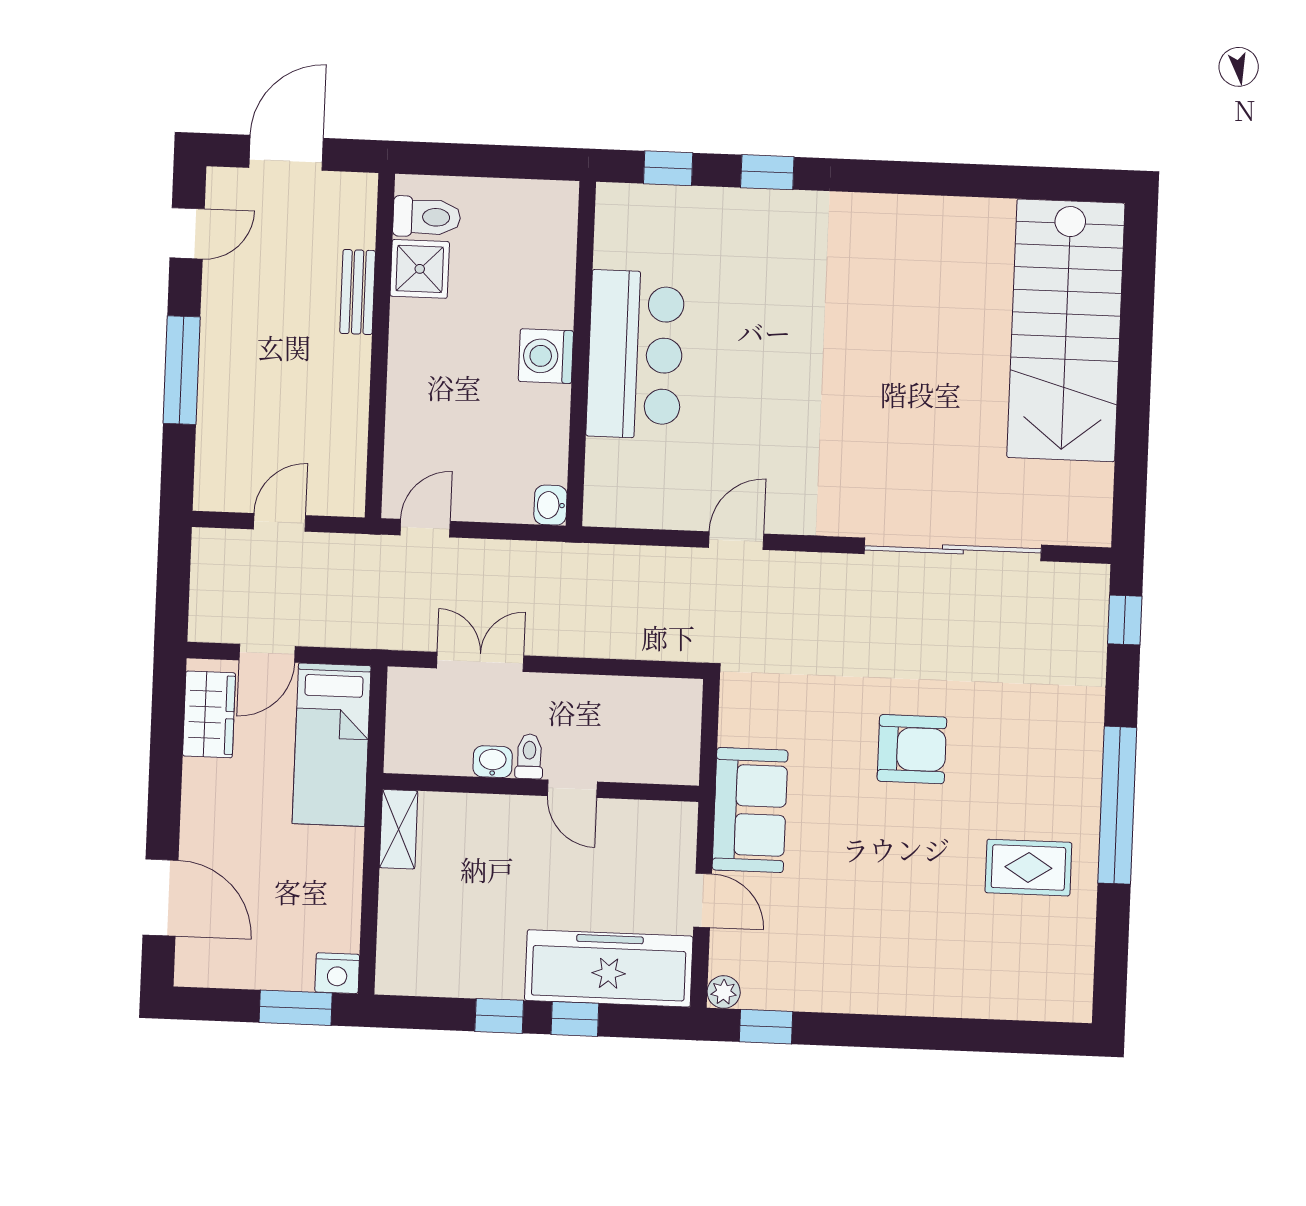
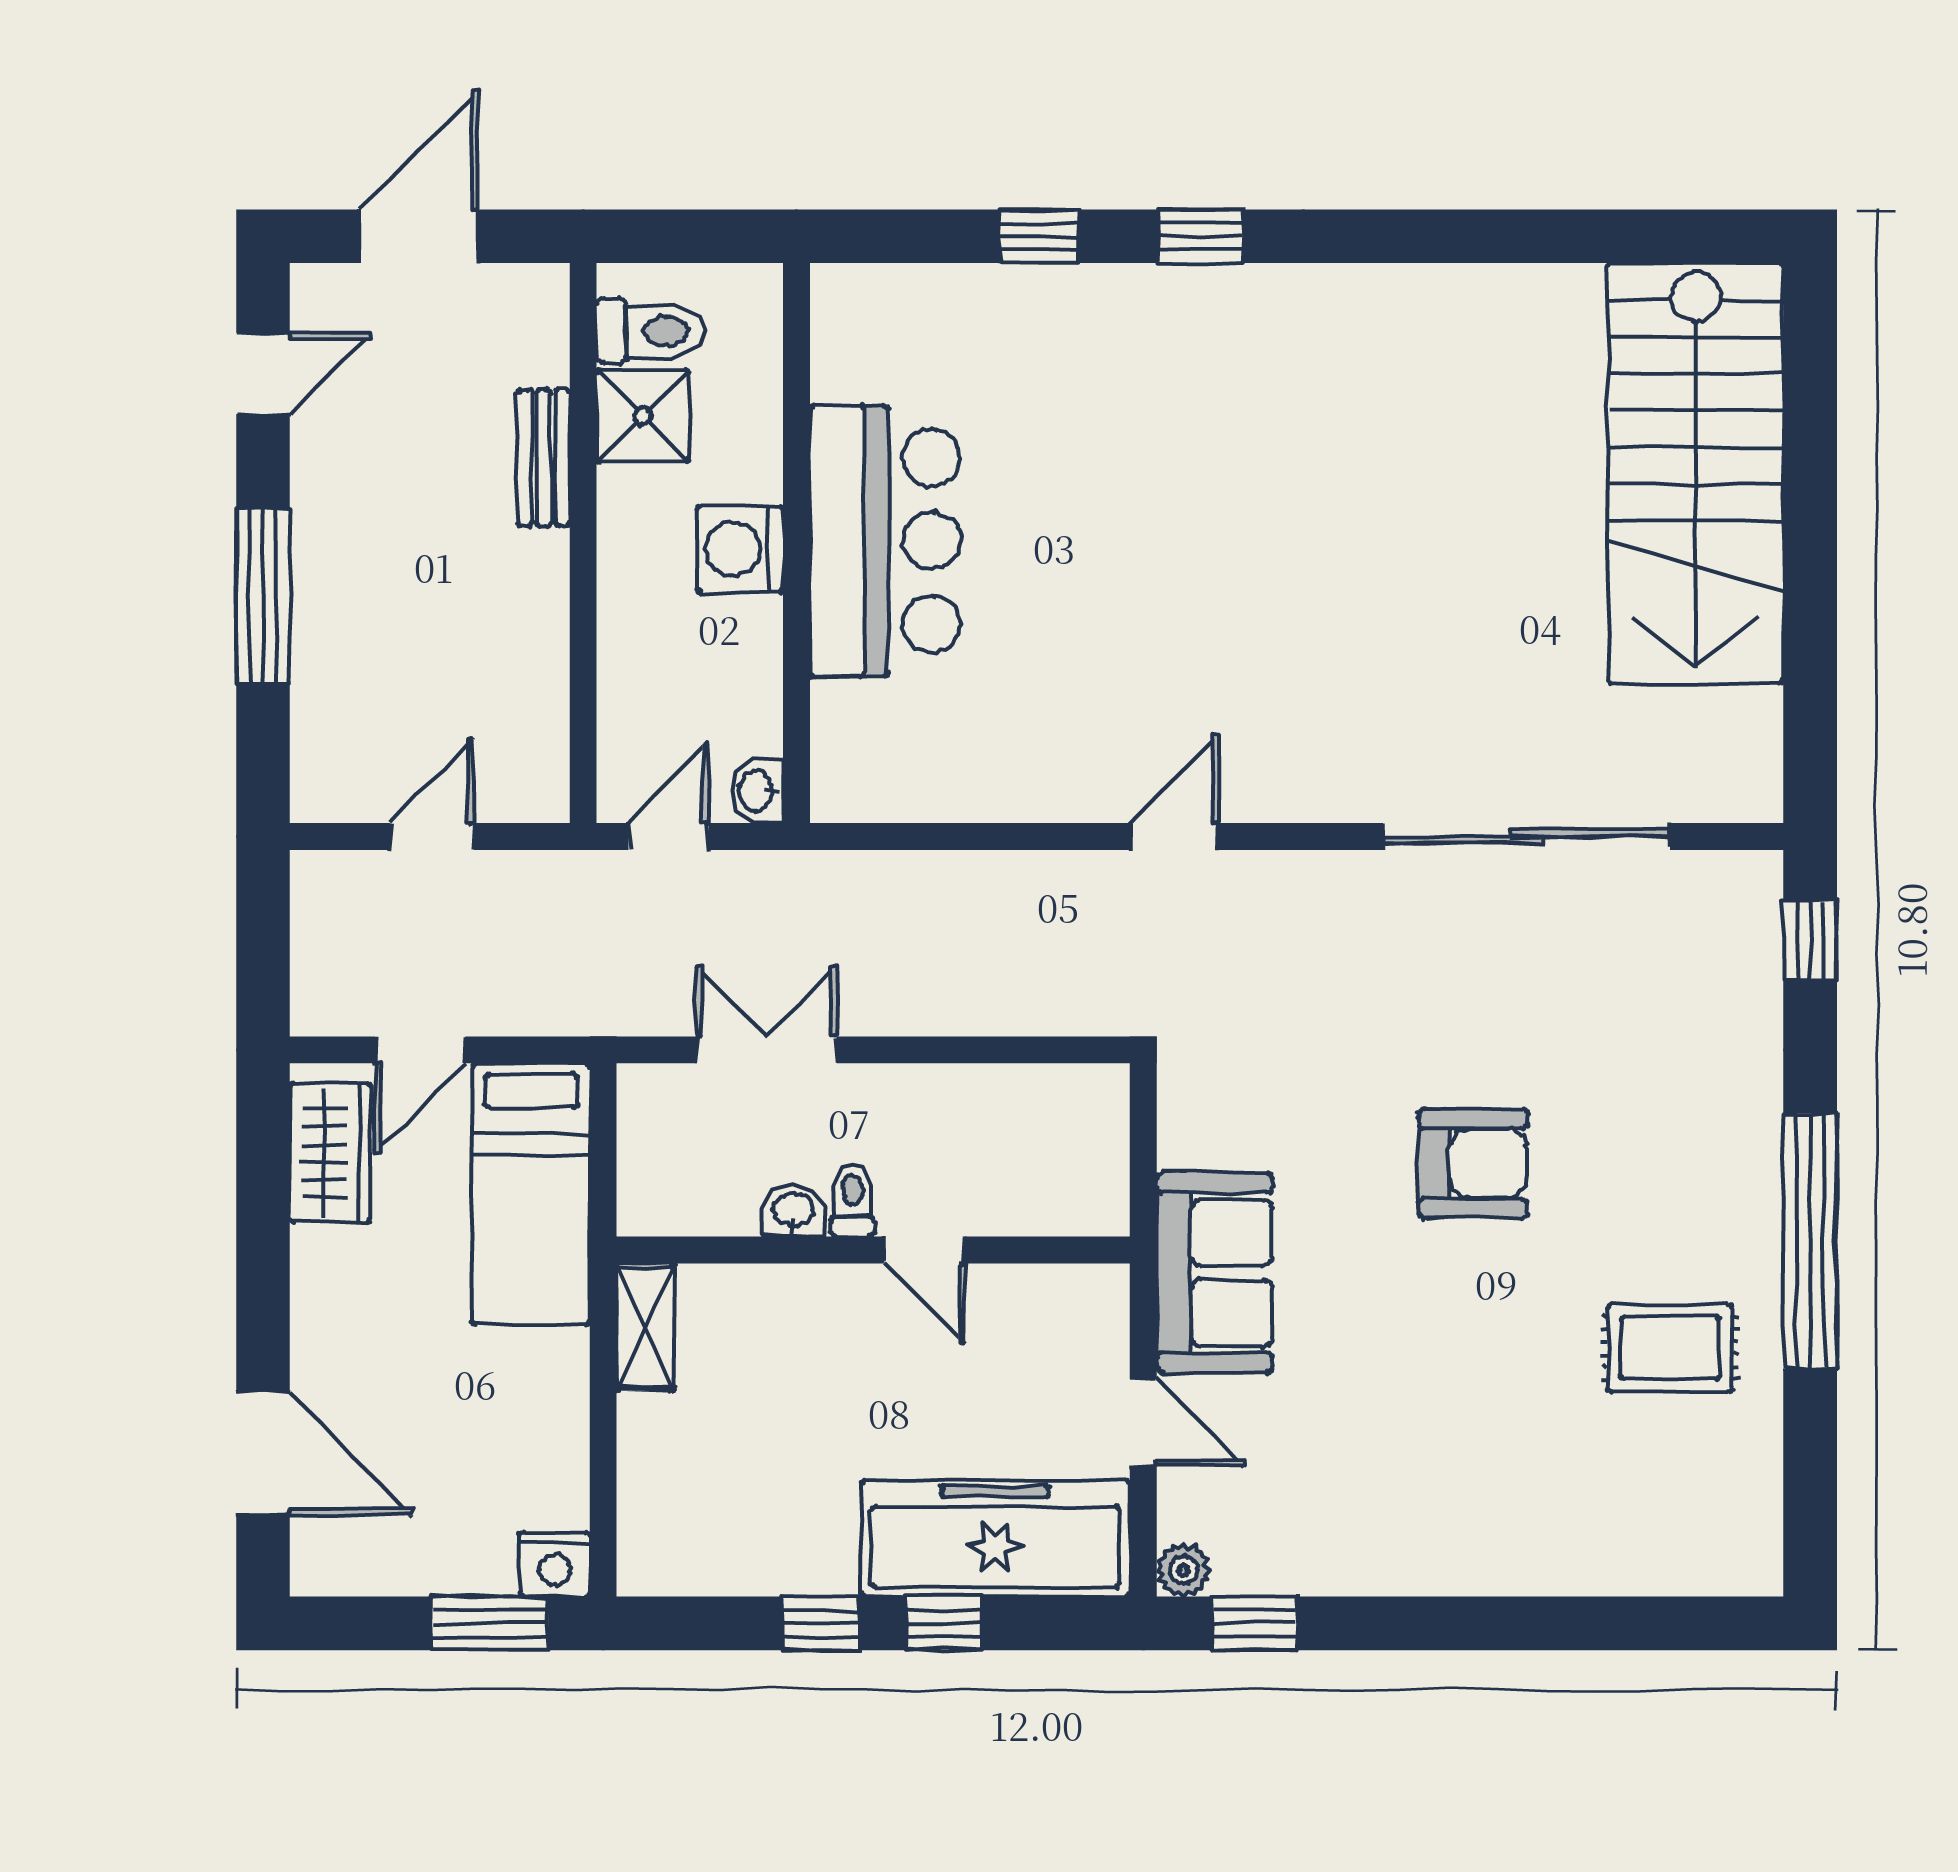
wall: (581, 354) -> (796, 543), moved
bar counter: (635, 354) -> (885, 541), moved
washing machine: (546, 356) -> (740, 549), moved
washbasin: (550, 505) -> (757, 791), moved

